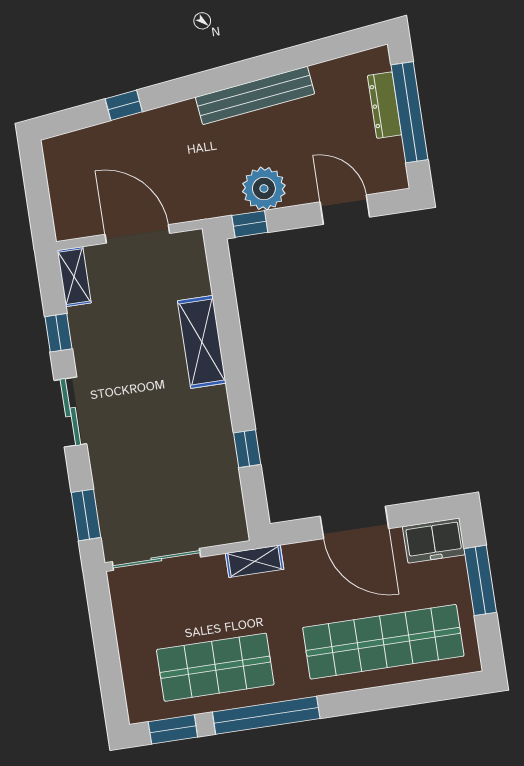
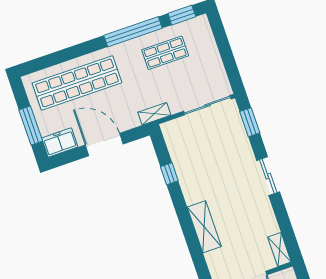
window: (58, 333) -> (282, 218), removed
shop shelf: (215, 667) -> (165, 53), width x0.70, depth x0.74

